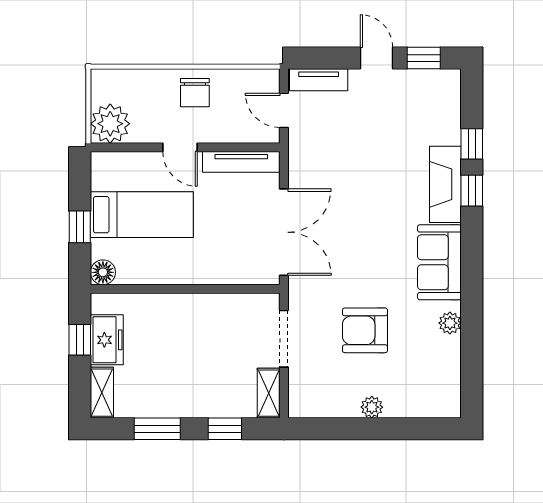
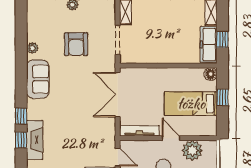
plant: (110, 124) -> (192, 150), moved
fireplace: (445, 184) -> (35, 140), moved
armchair: (365, 330) -> (76, 44), turned 90
freezer: (107, 340) -> (209, 44), width x1.40

